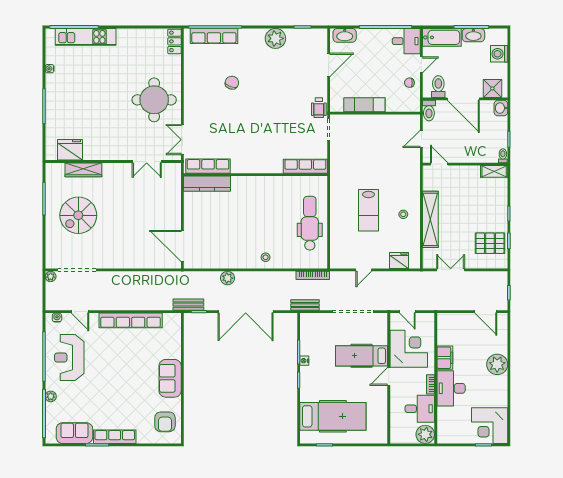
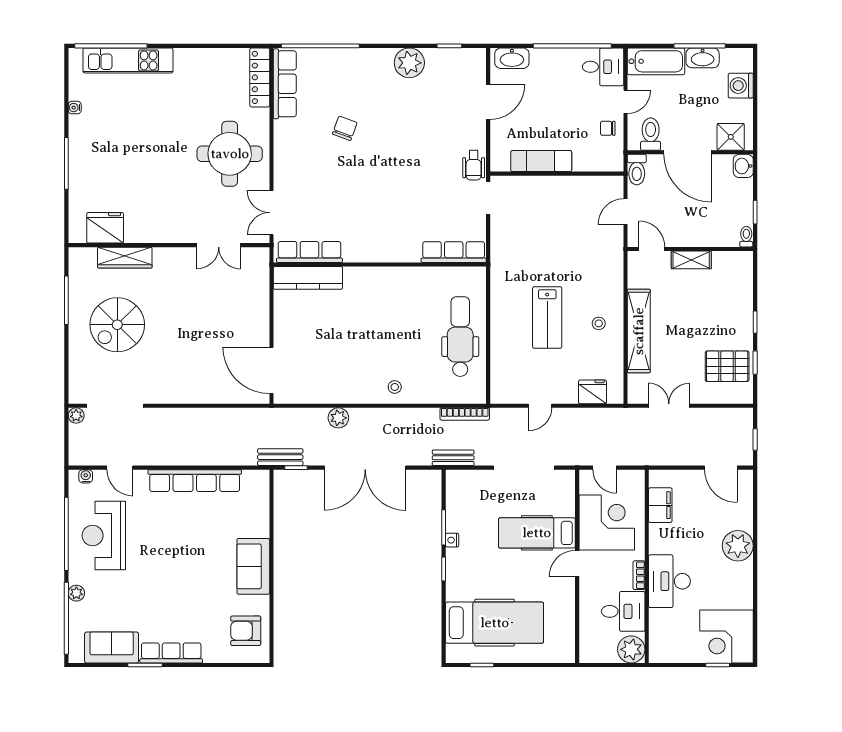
row of seats: (214, 36) -> (285, 84), moved, turned -90
locker: (174, 41) -> (260, 77), width x1.53
shelving: (494, 171) -> (691, 260), moved
filing cabinet: (445, 358) -> (660, 505), moved
armchair: (165, 422) -> (246, 631), turned 90

